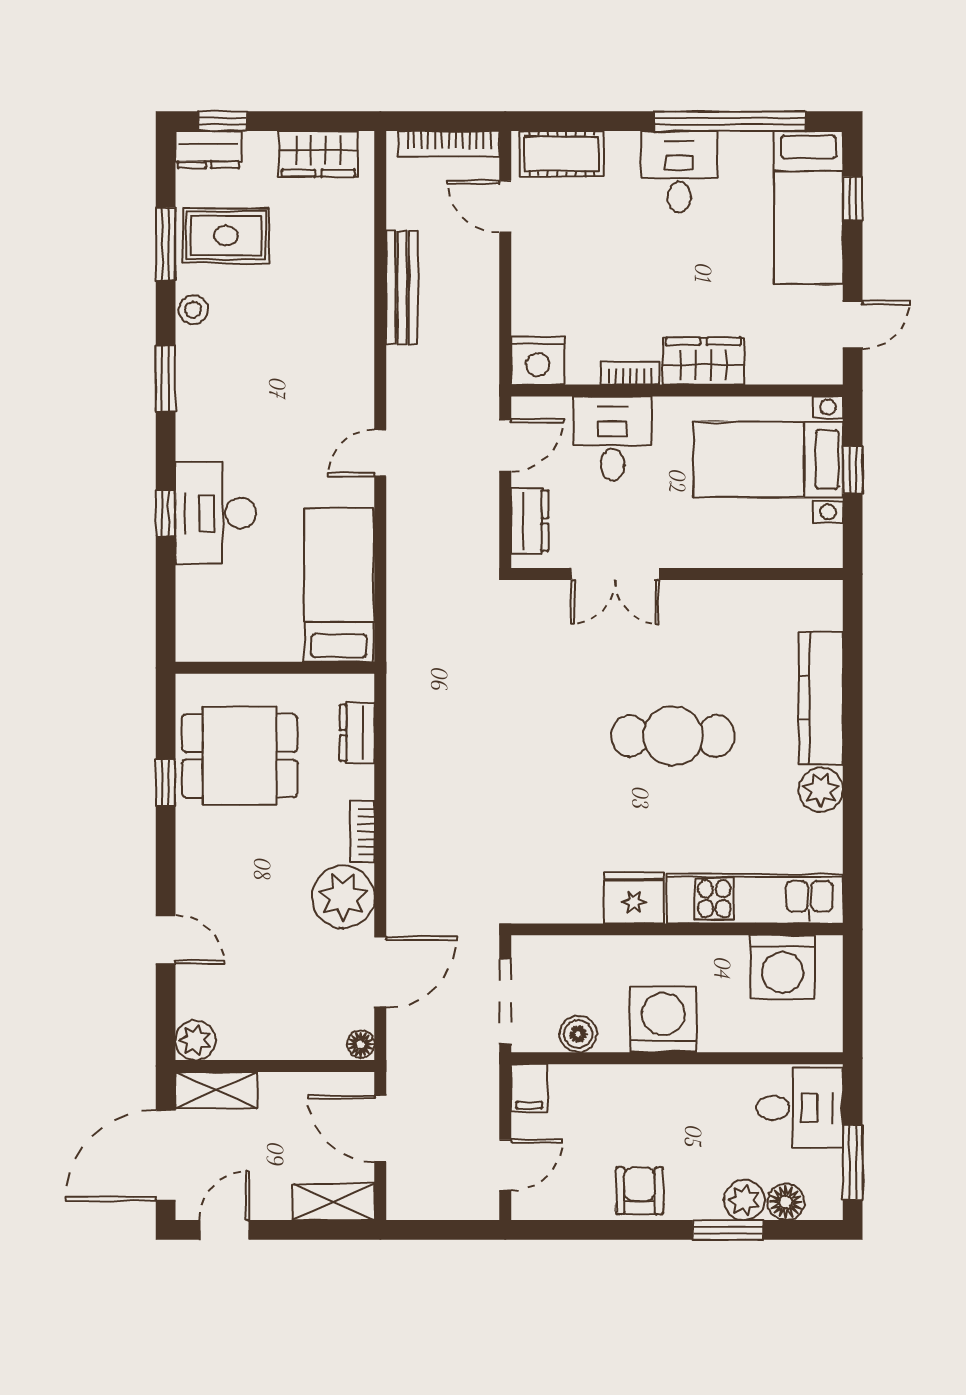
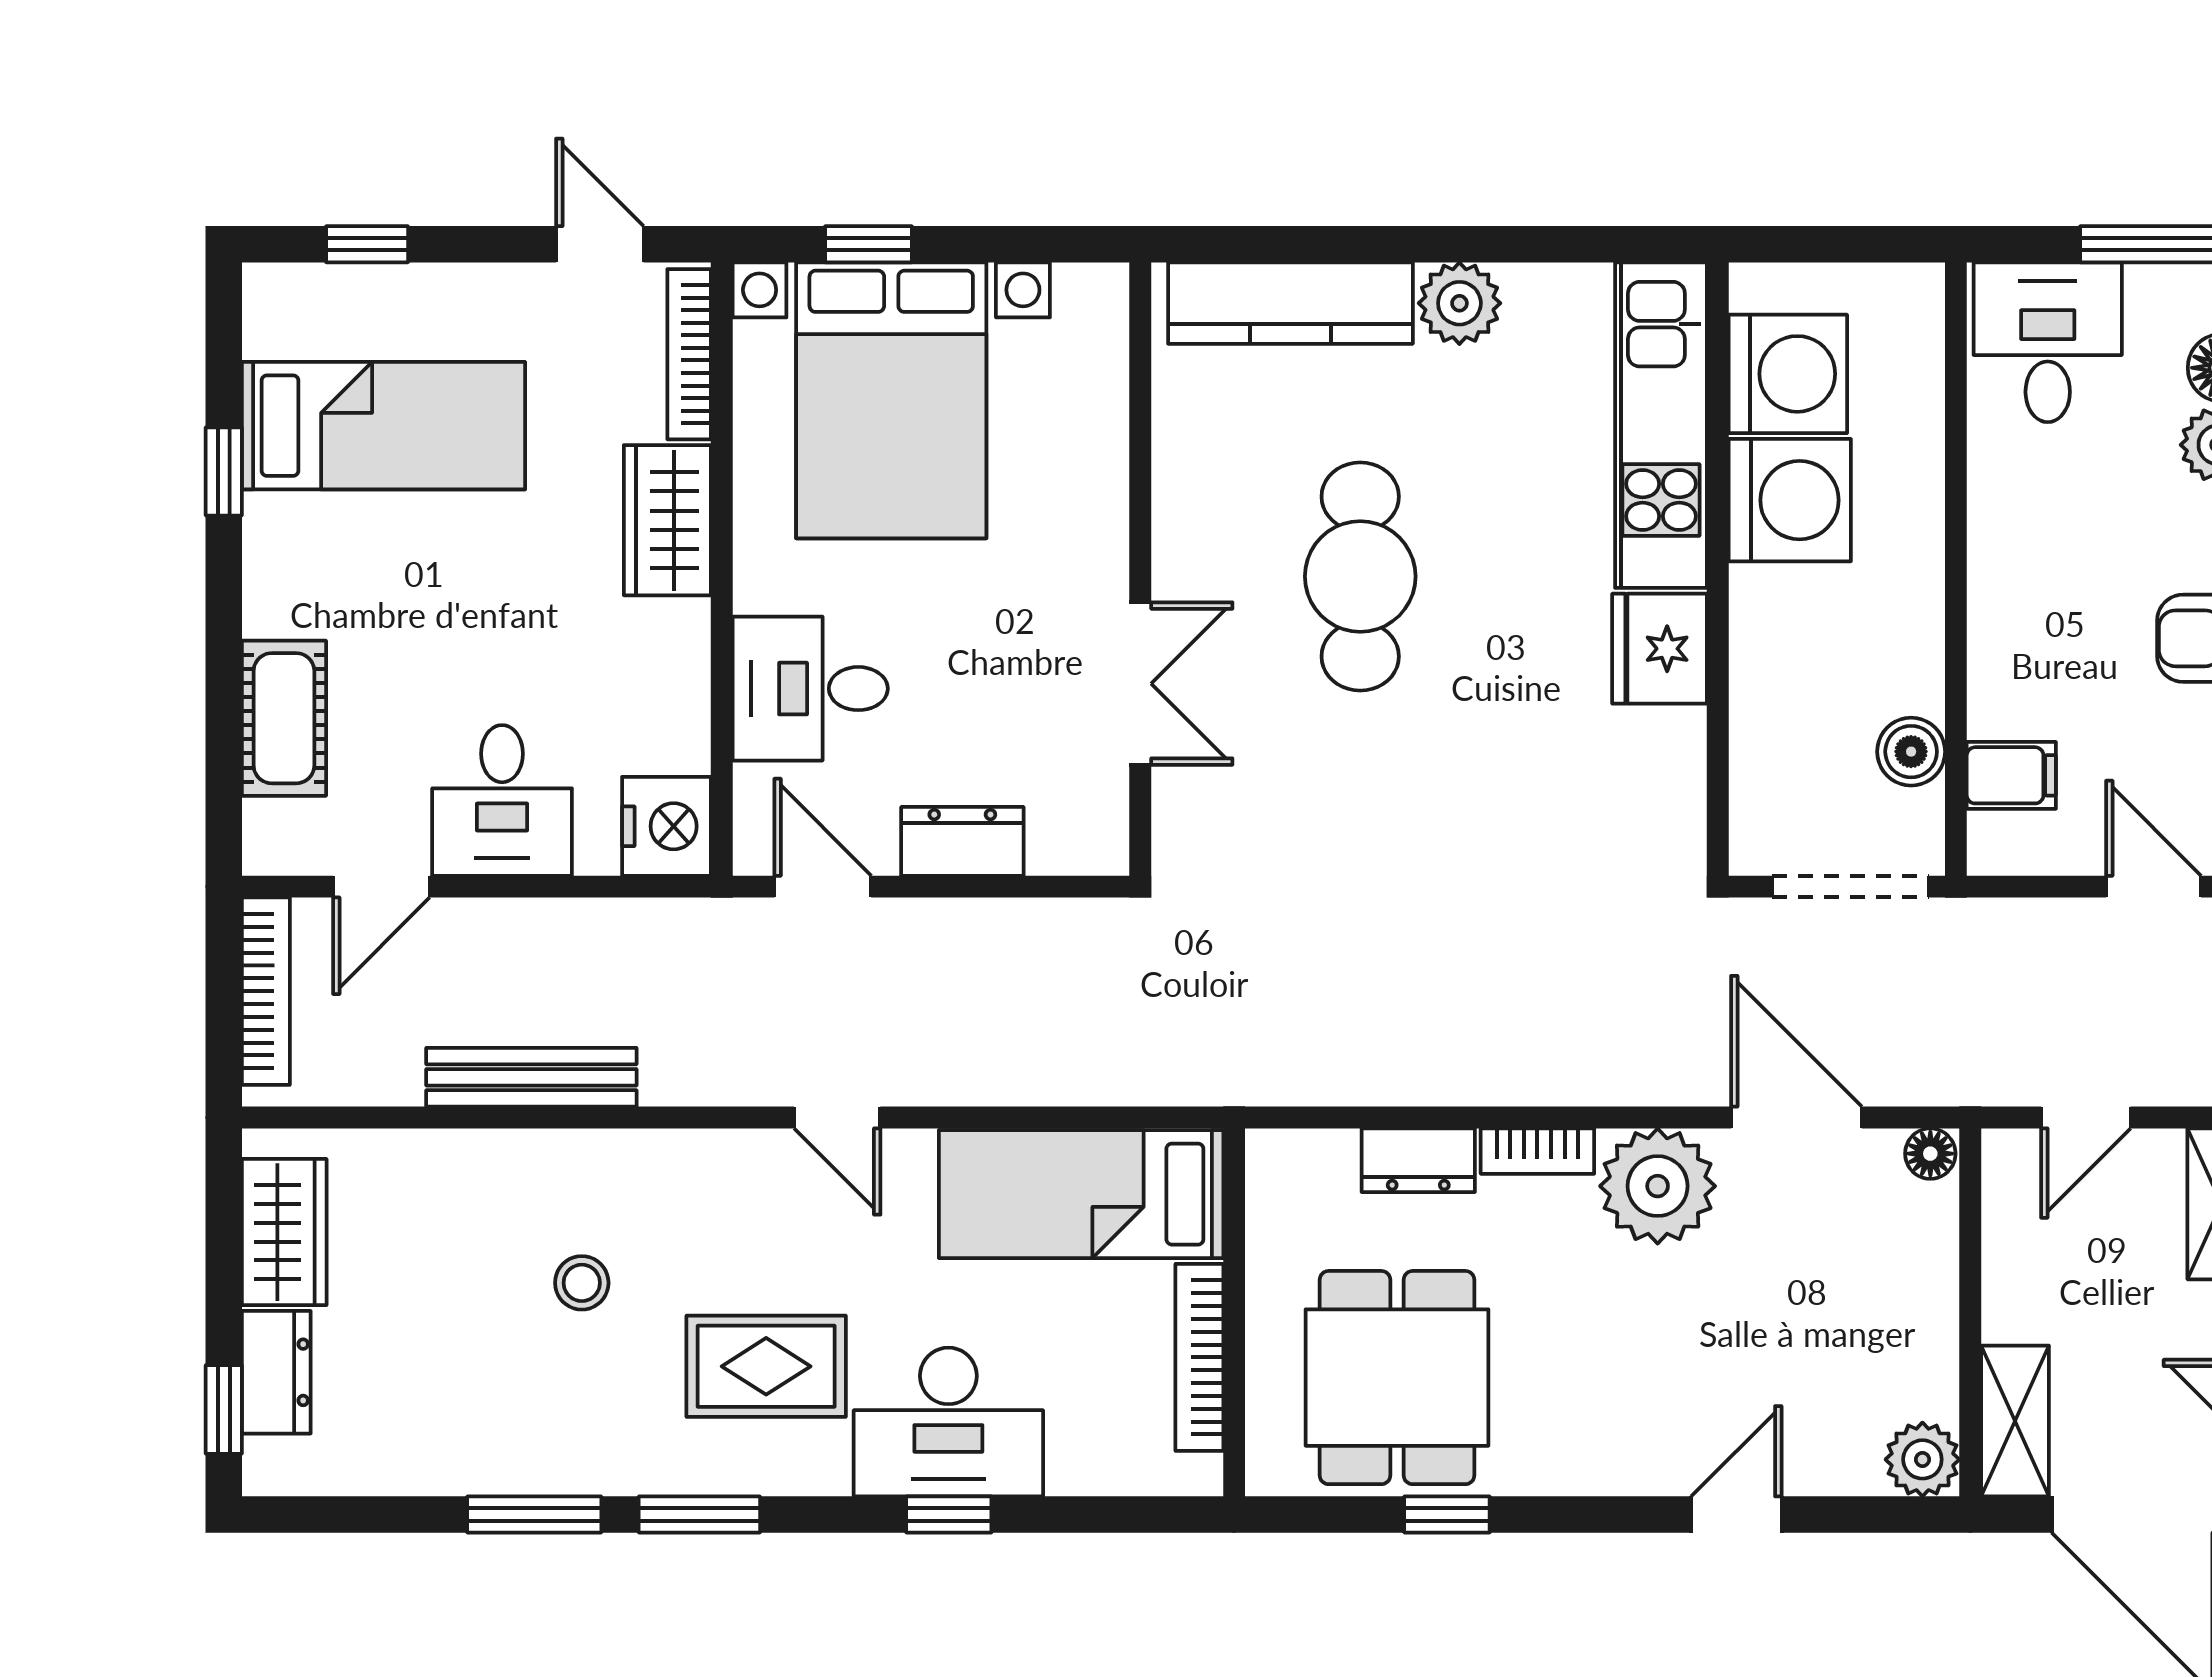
window: (730, 121) -> (224, 471), width x0.32
dresser: (208, 150) -> (276, 1372), moved
cot: (561, 154) -> (284, 718), moved
desk: (679, 172) -> (502, 800), moved, turned -90
bed: (808, 208) -> (383, 426), moved
rug: (226, 236) -> (766, 1366), moved, turned 90
window: (166, 244) -> (534, 1514), moved
stool: (193, 310) -> (582, 1283), moved
bookcase: (630, 373) -> (689, 354), moved, width x1.56
bed with nightstands: (768, 460) -> (891, 400), width x1.36
double door: (615, 574) -> (1140, 684), moved
wall: (677, 574) -> (1140, 569), moved
bookcase: (251, 649) -> (1199, 1357), added
dresser: (357, 733) -> (1418, 1160), moved
washing machine: (663, 1019) -> (1790, 500), moved, turned 180
filing cabinet: (529, 1088) -> (2011, 775), moved
door: (380, 1129) -> (2086, 1118), width x0.73

